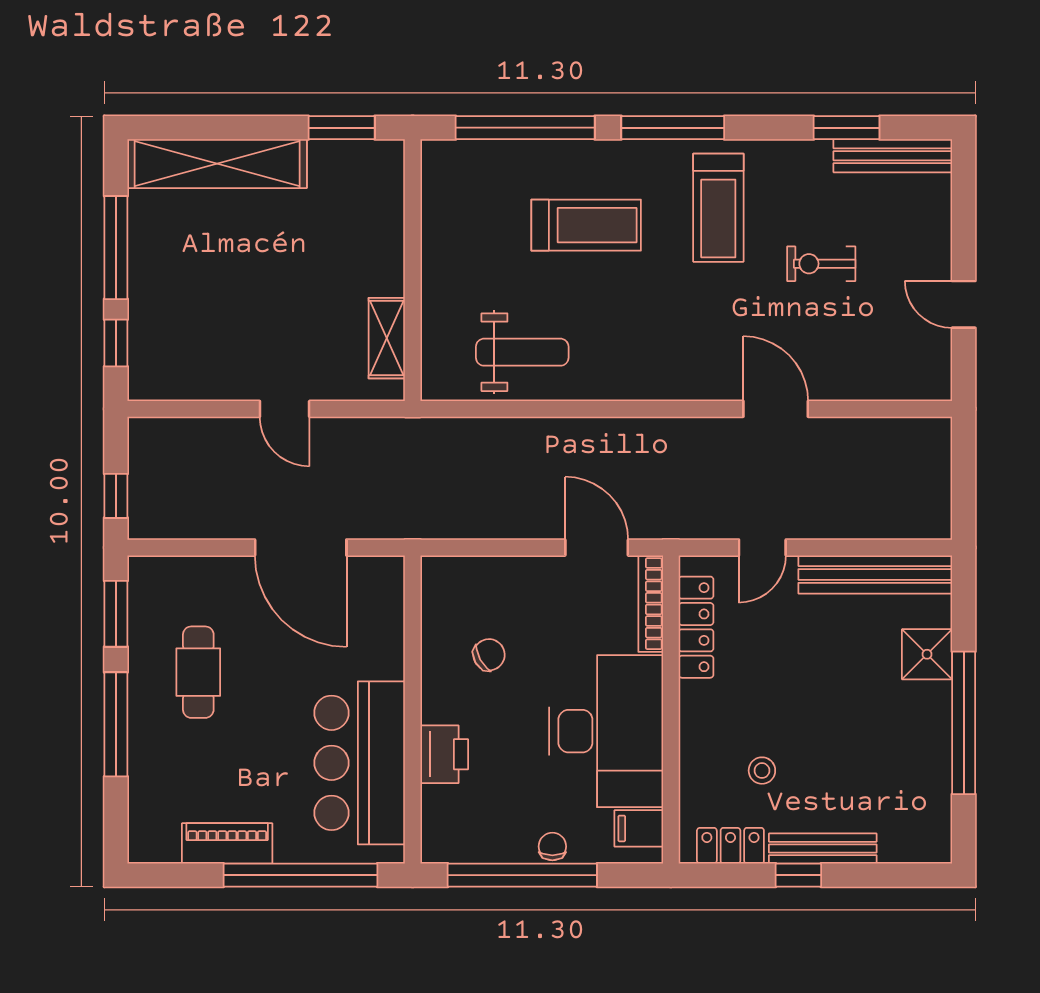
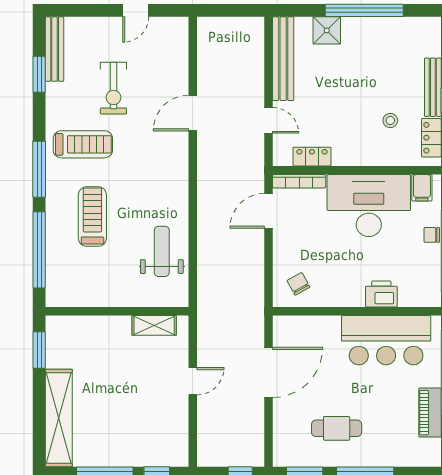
exercise bike: (821, 264) -> (113, 88), width x1.38, depth x1.39
locker: (696, 627) -> (312, 157), width x0.66
chair: (489, 655) -> (298, 284), moved

